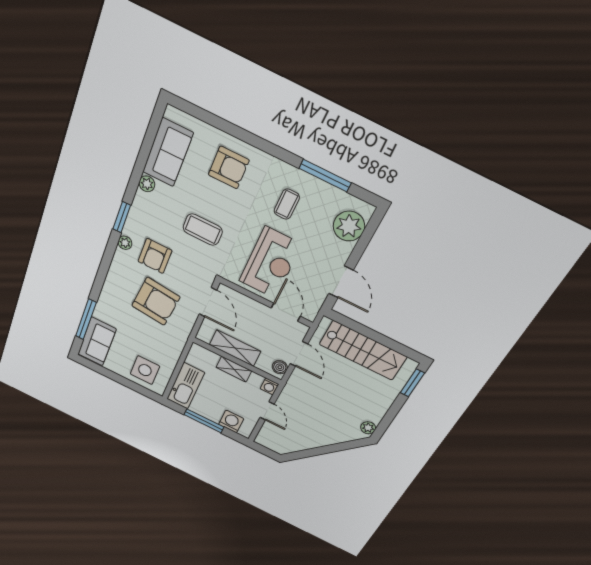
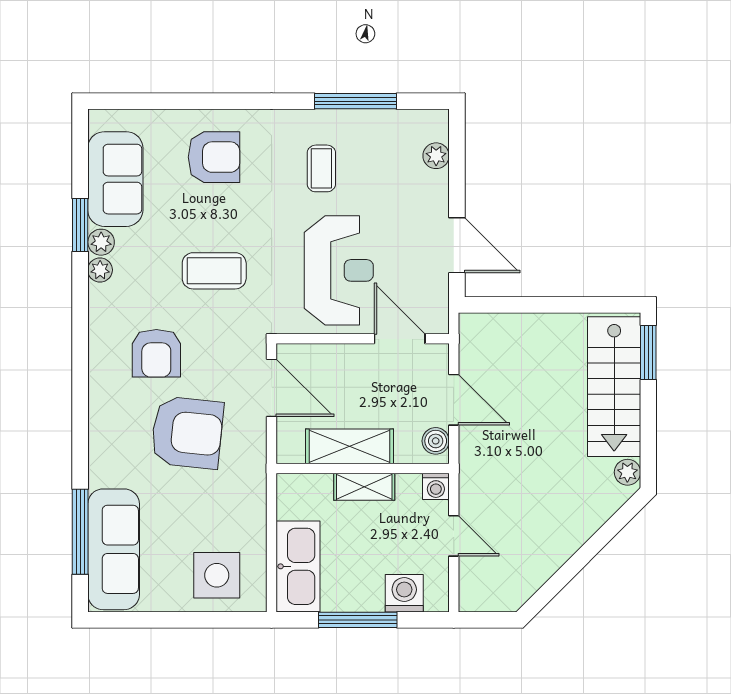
window: (122, 217) -> (80, 225), moved
plant: (349, 226) -> (436, 156), width x0.53, depth x0.53
plant: (125, 243) -> (100, 270), moved
sofa: (97, 342) -> (114, 549), width x1.36
stairs: (363, 350) -> (614, 387), moved, turned 90

